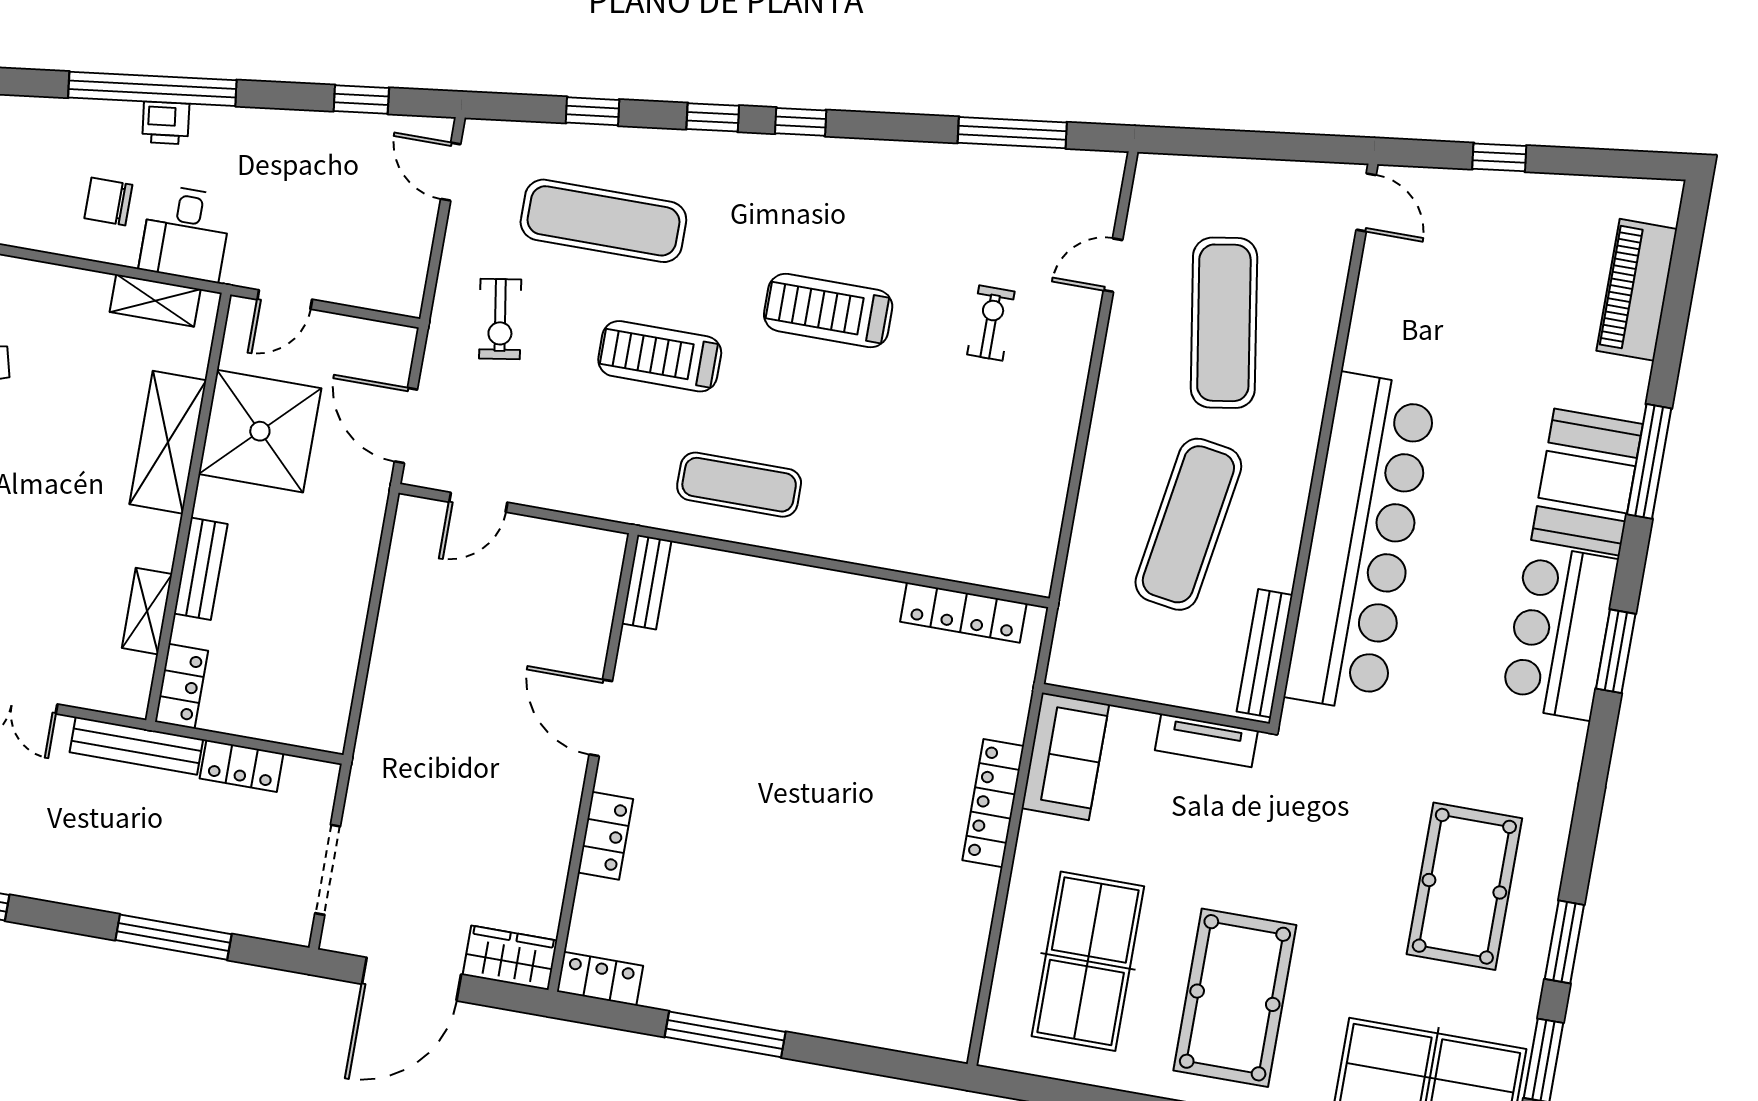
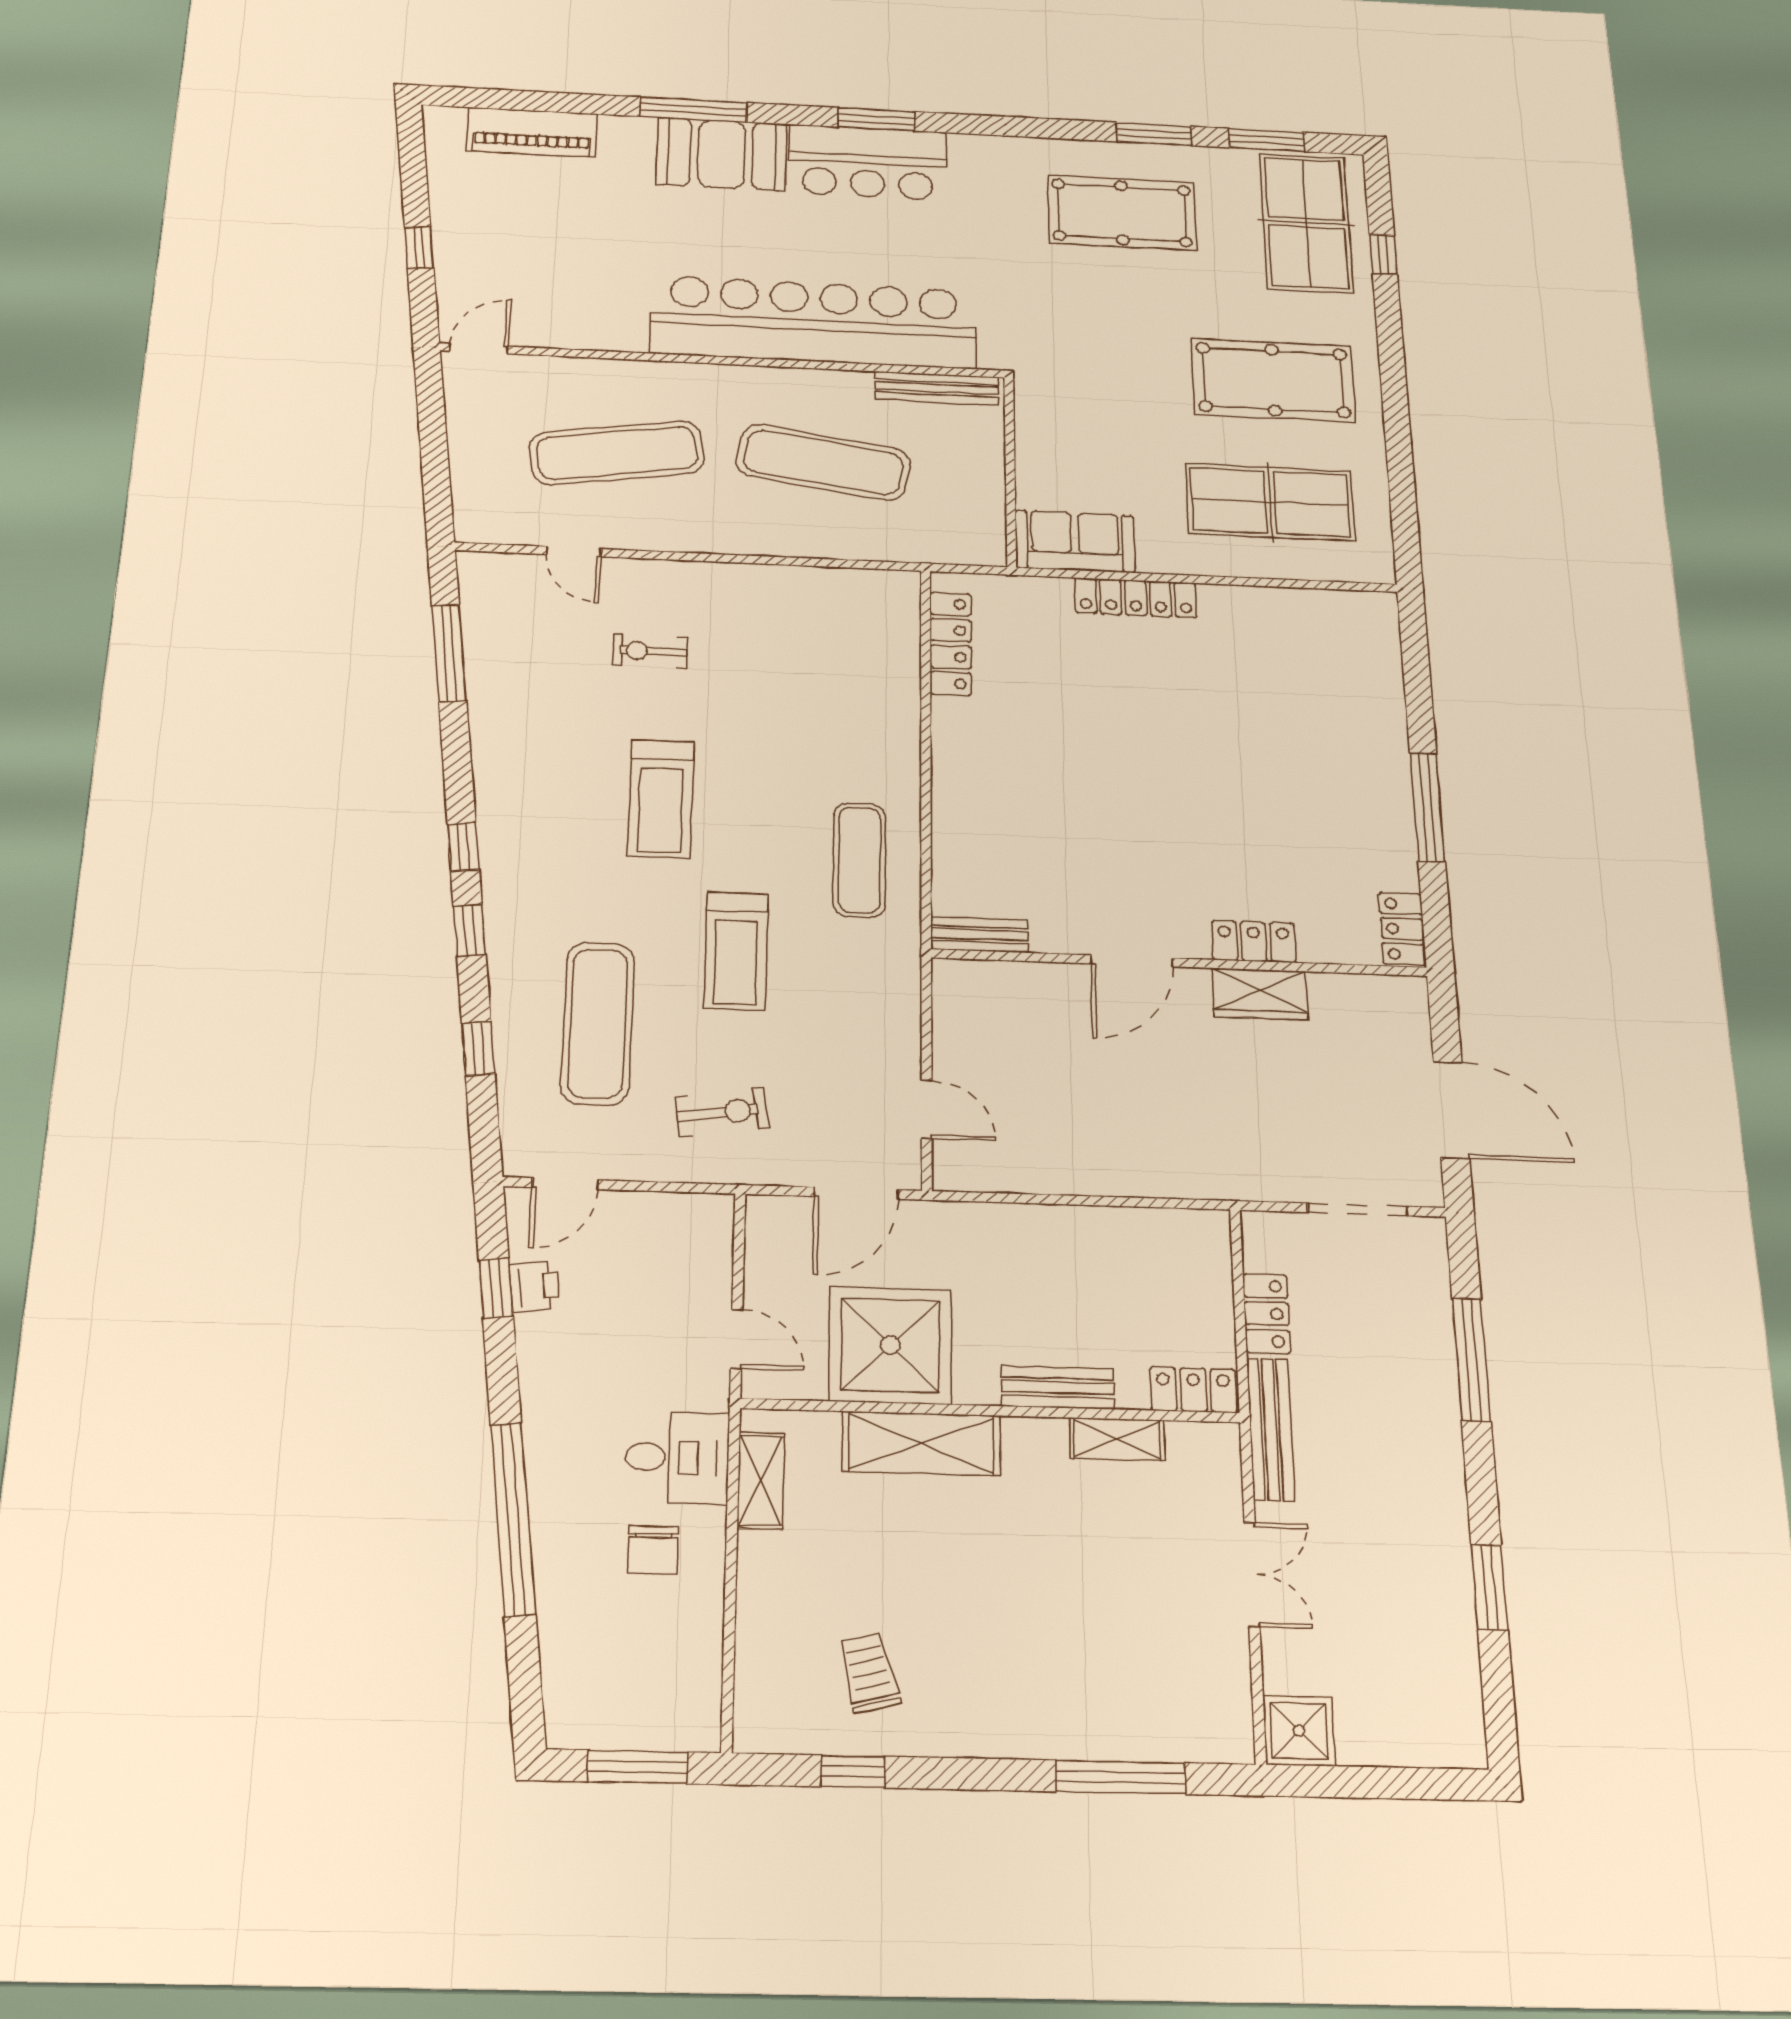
printer: (166, 123) -> (534, 1286), moved
tv unit: (1206, 740) -> (1032, 427), removed
wardrobe: (510, 958) -> (1260, 994), moved, turned -90

